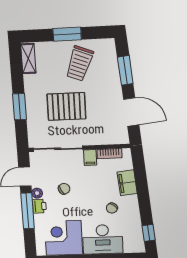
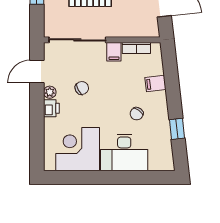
filing cabinet: (127, 183) -> (155, 84), width x0.50
window: (28, 211) -> (37, 114), removed
window: (149, 233) -> (177, 129), moved

